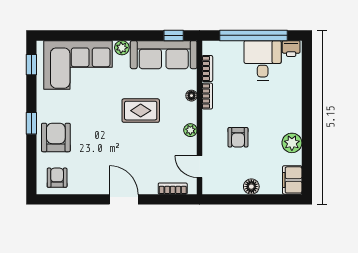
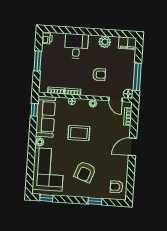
window: (254, 35) -> (38, 61), width x0.47
desk: (263, 60) -> (76, 46), moved, turned 90
rug: (141, 111) -> (79, 133), turned 90
window: (31, 123) -> (95, 201), moved
armchair: (56, 137) -> (85, 172), moved, turned -70
door: (200, 167) -> (116, 99), hinge flipped
floor lamp: (251, 187) -> (128, 94), moved
window: (239, 199) -> (137, 77), added

